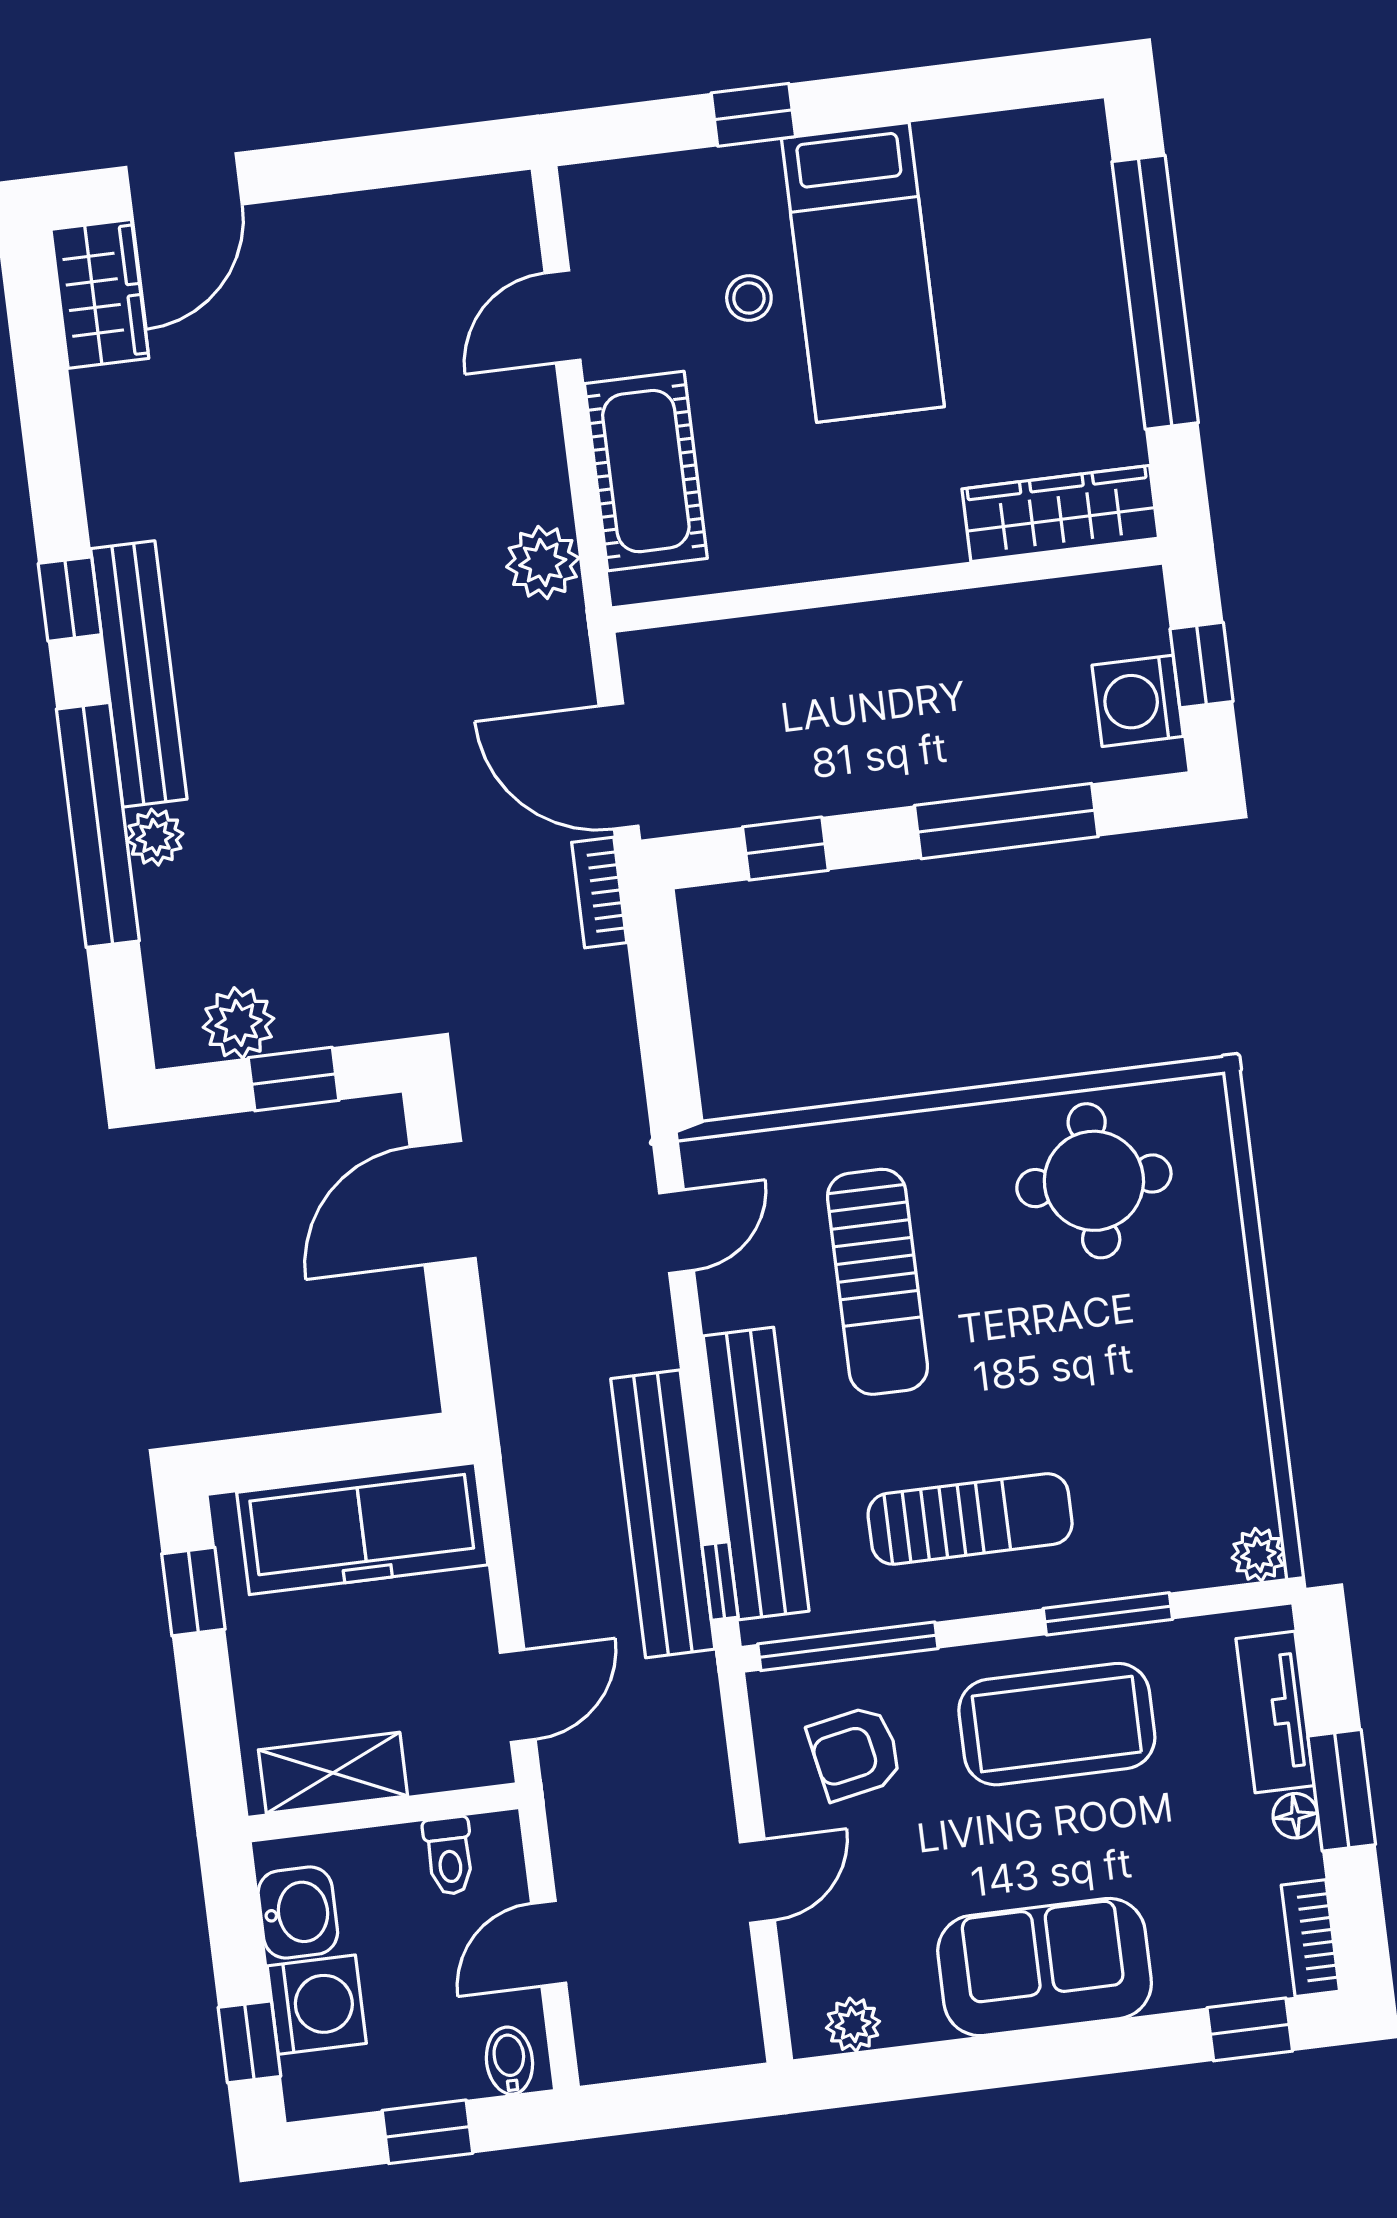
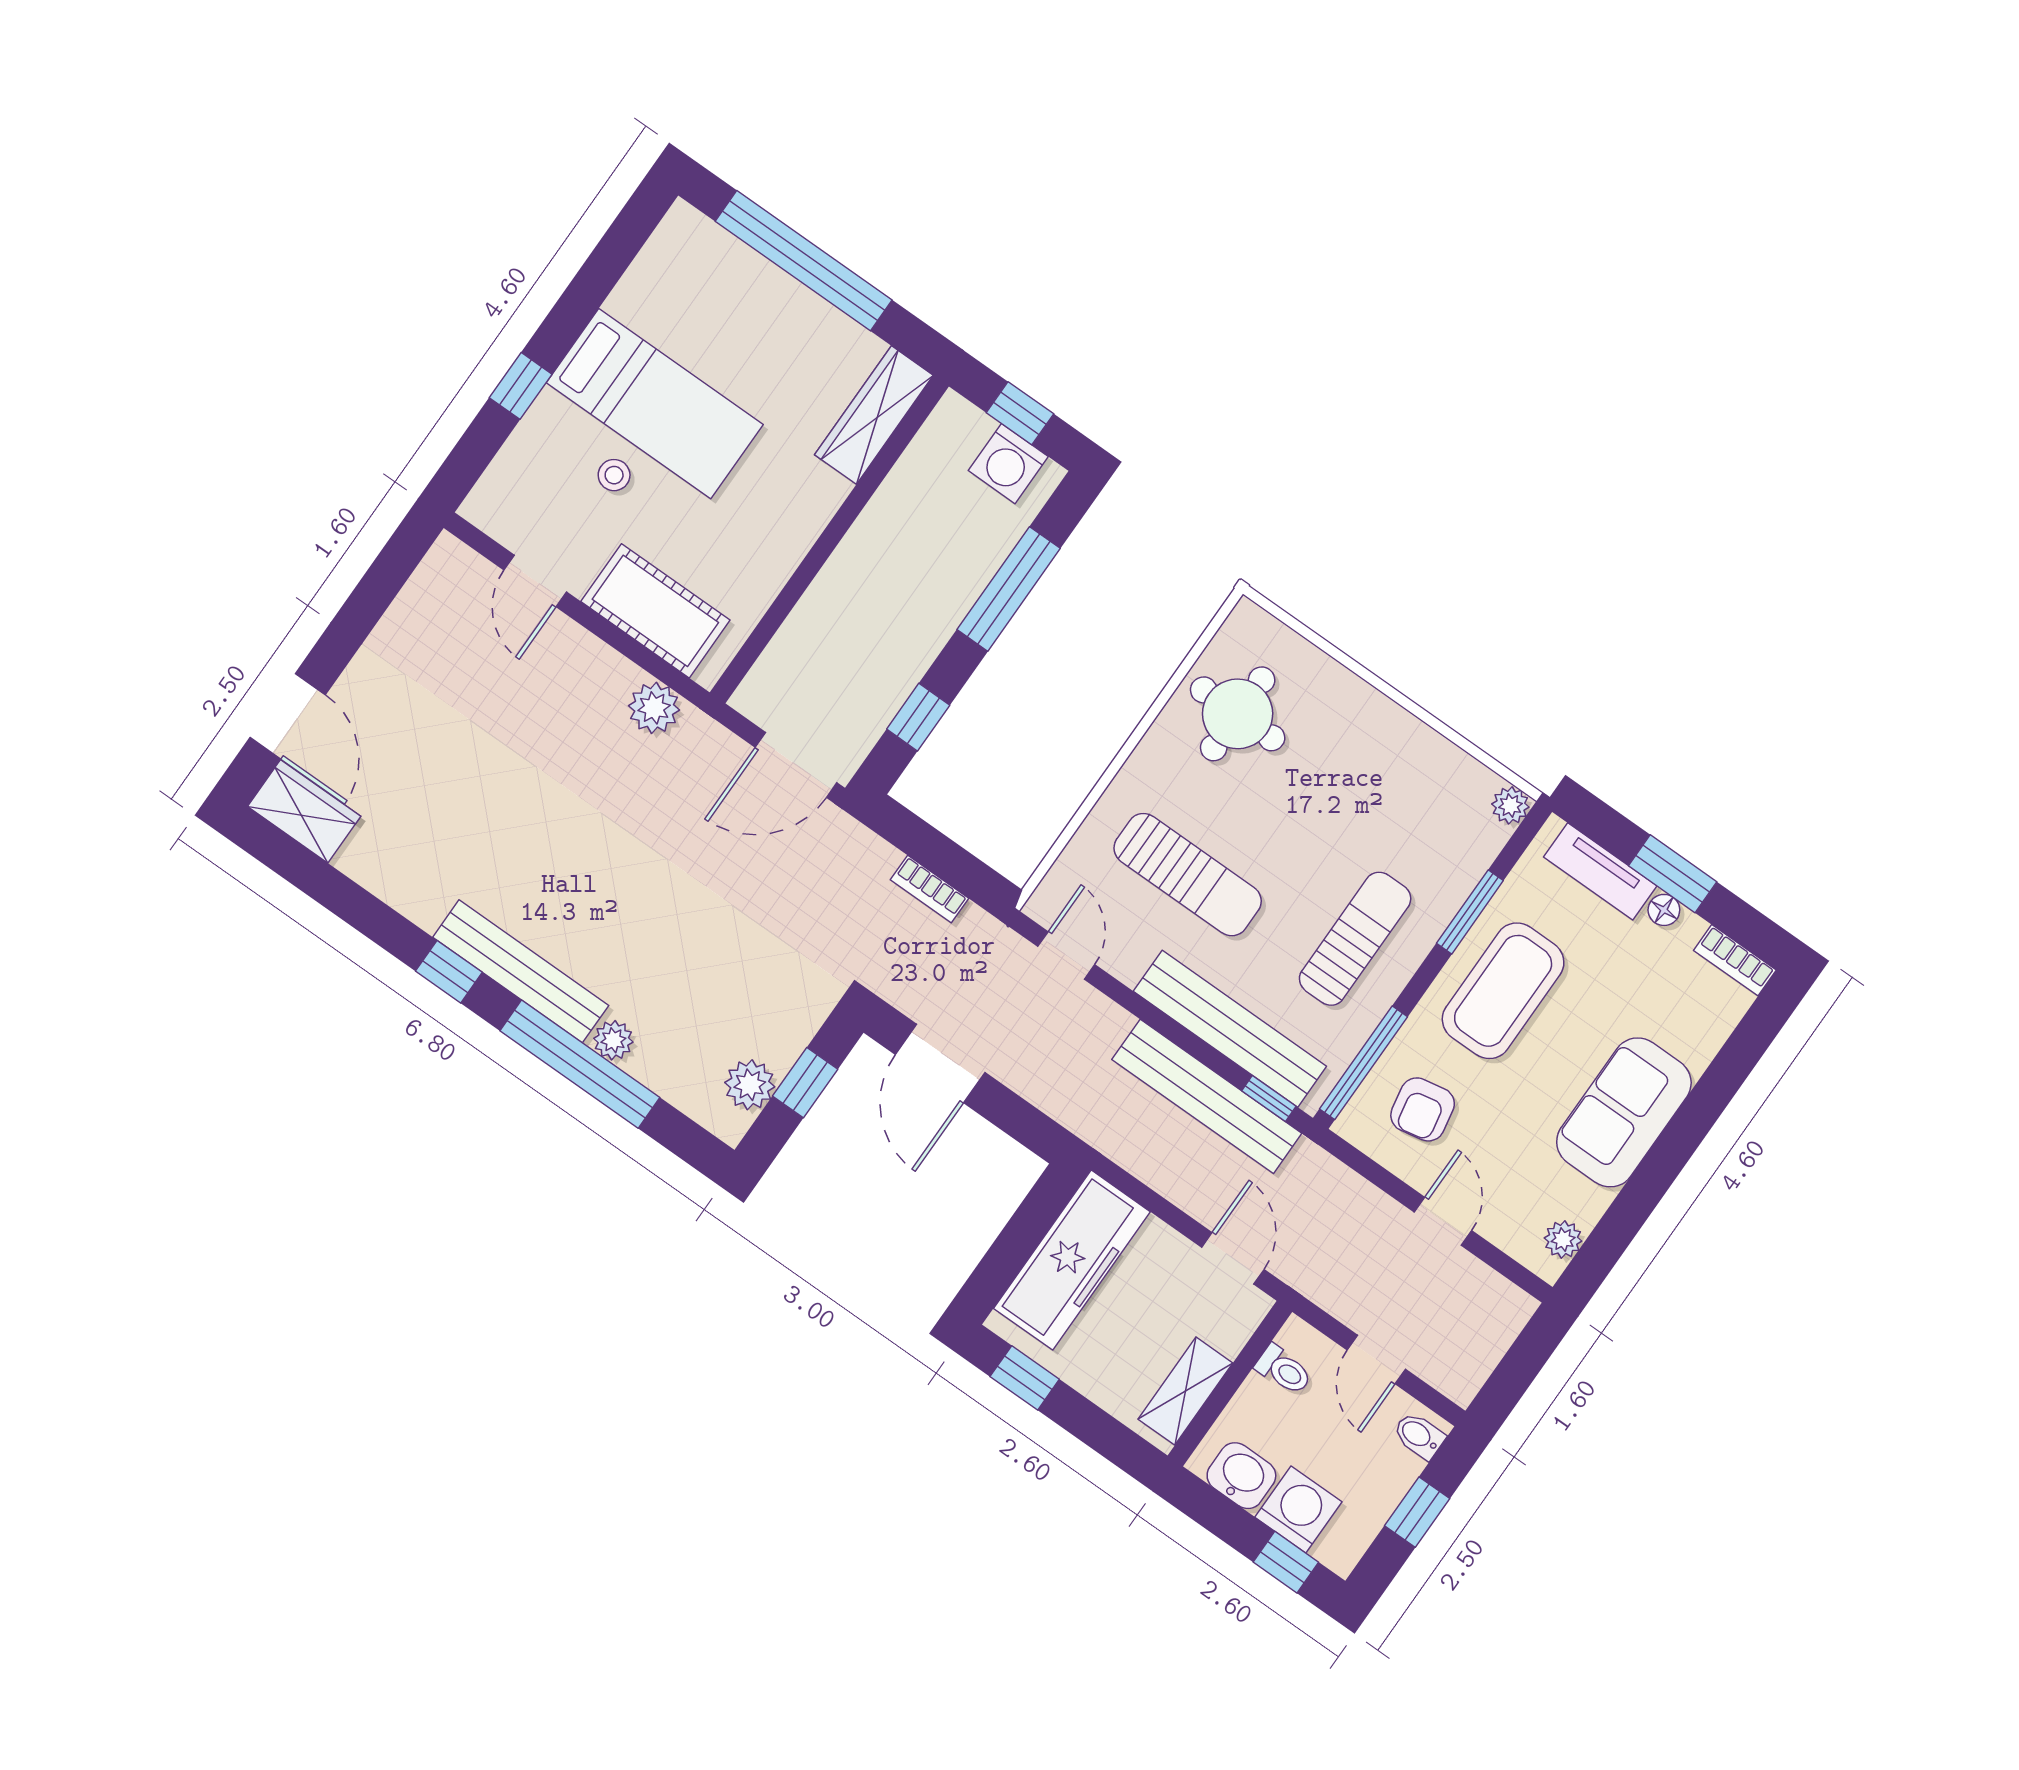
bookcase: (599, 892) -> (929, 889), moved
window: (1250, 2029) -> (1754, 1035), removed

